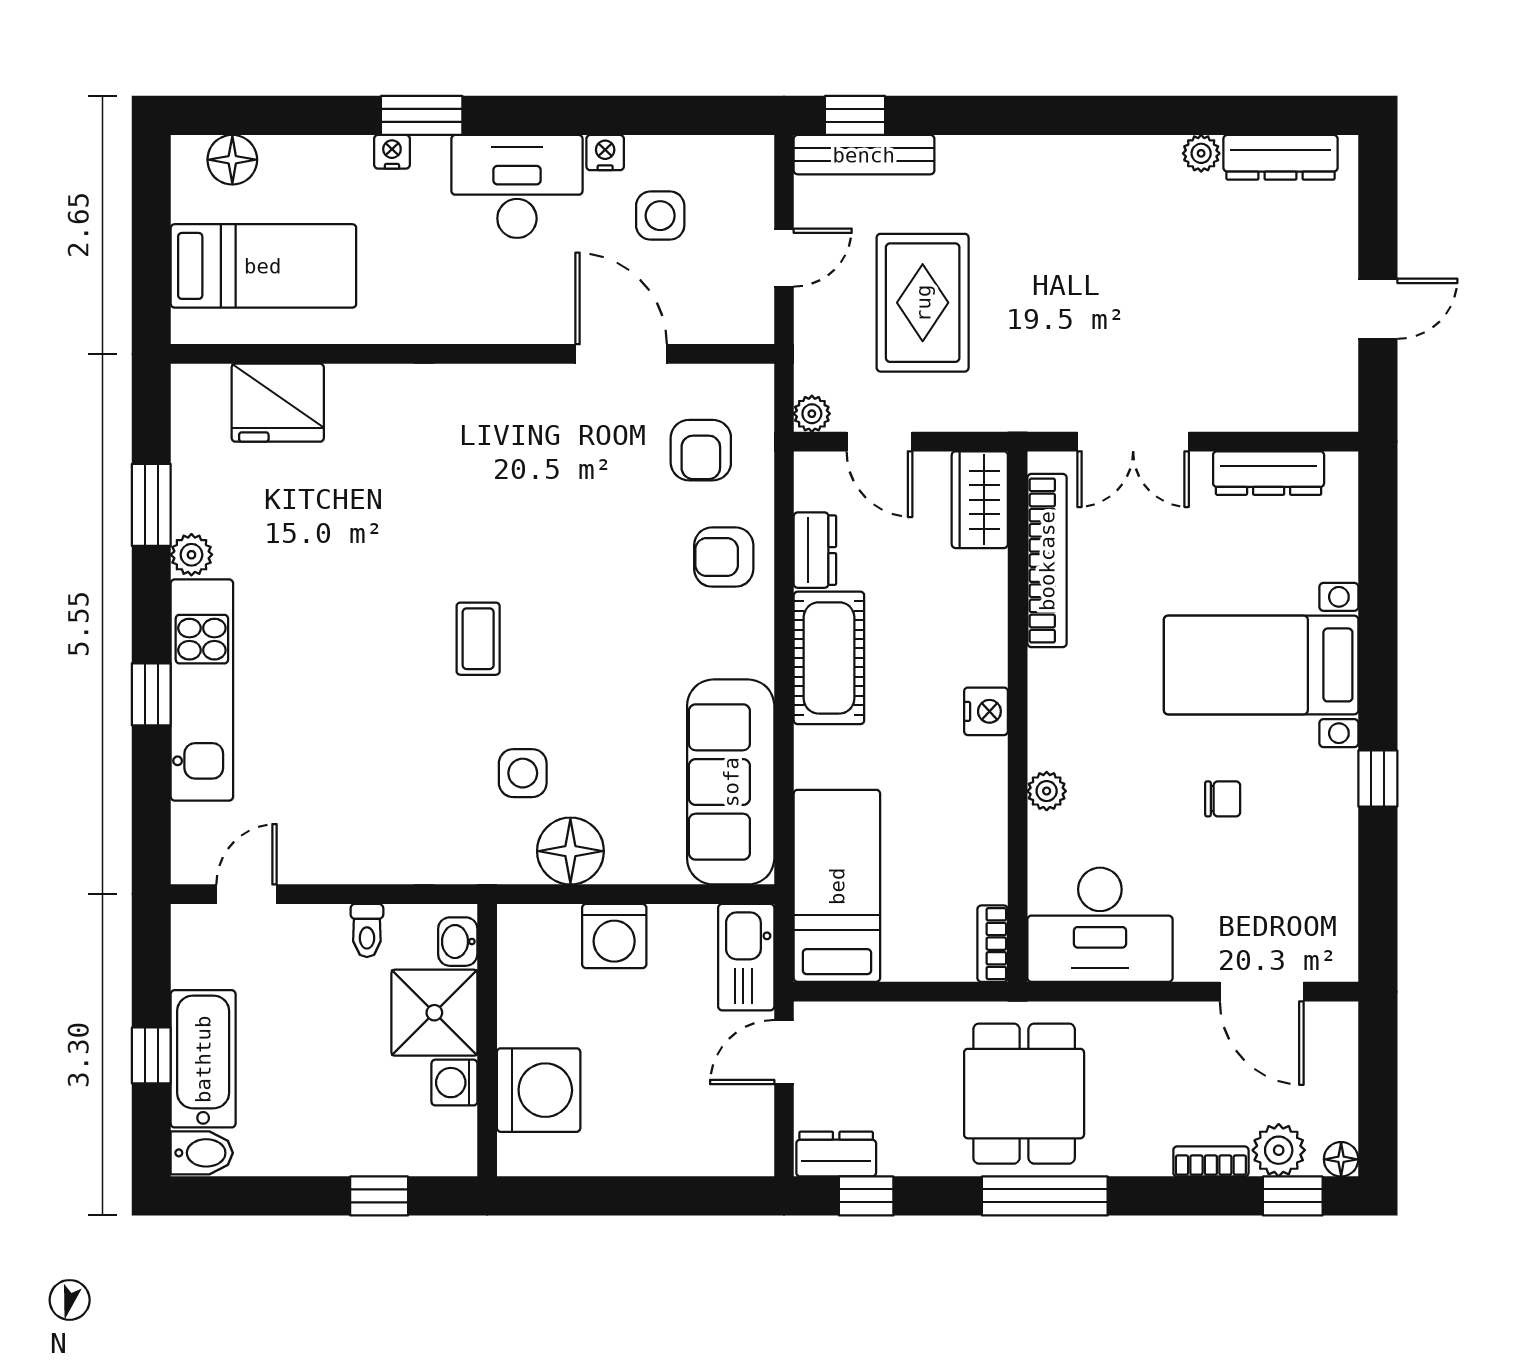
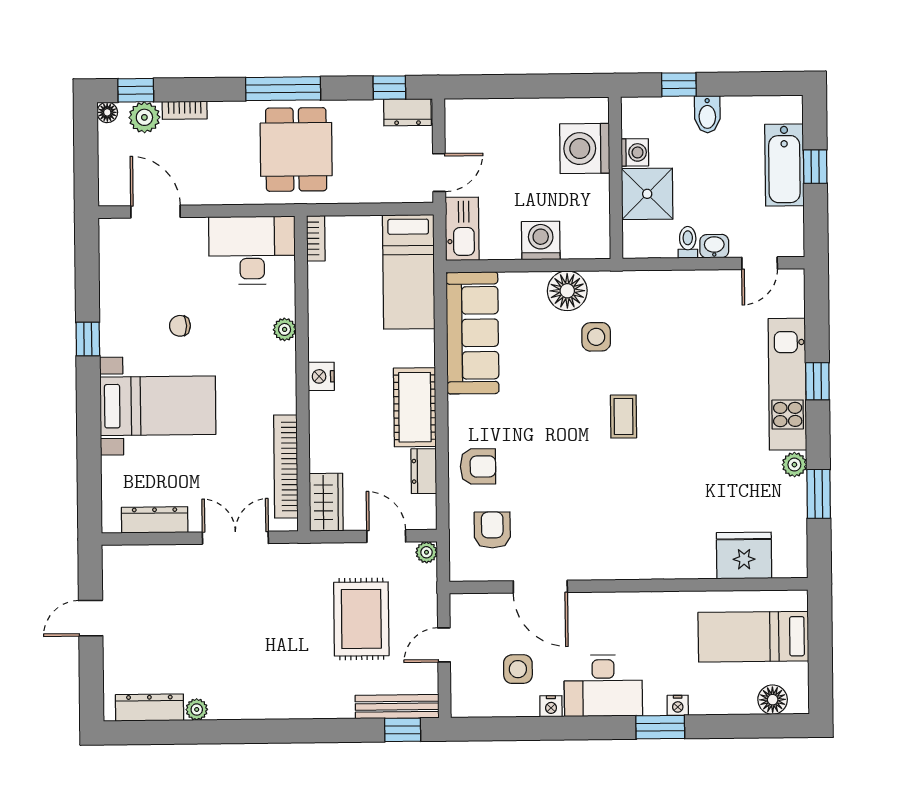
washbasin: (458, 942) -> (714, 246), moved, turned -90
bidet: (202, 1153) -> (707, 114), moved, turned -90

